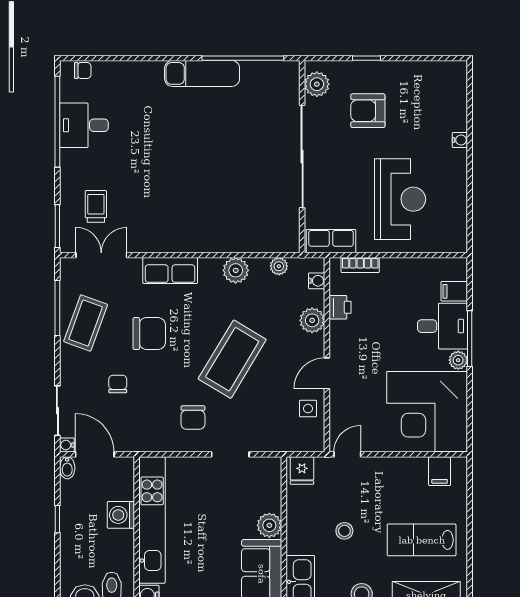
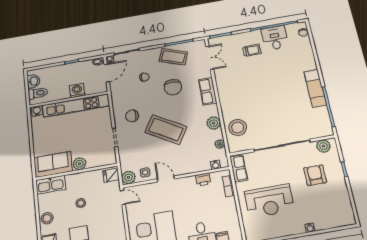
trolley: (96, 206) -> (252, 50), moved
stool: (253, 229) -> (238, 128), added
plant: (312, 320) -> (128, 178), moved

